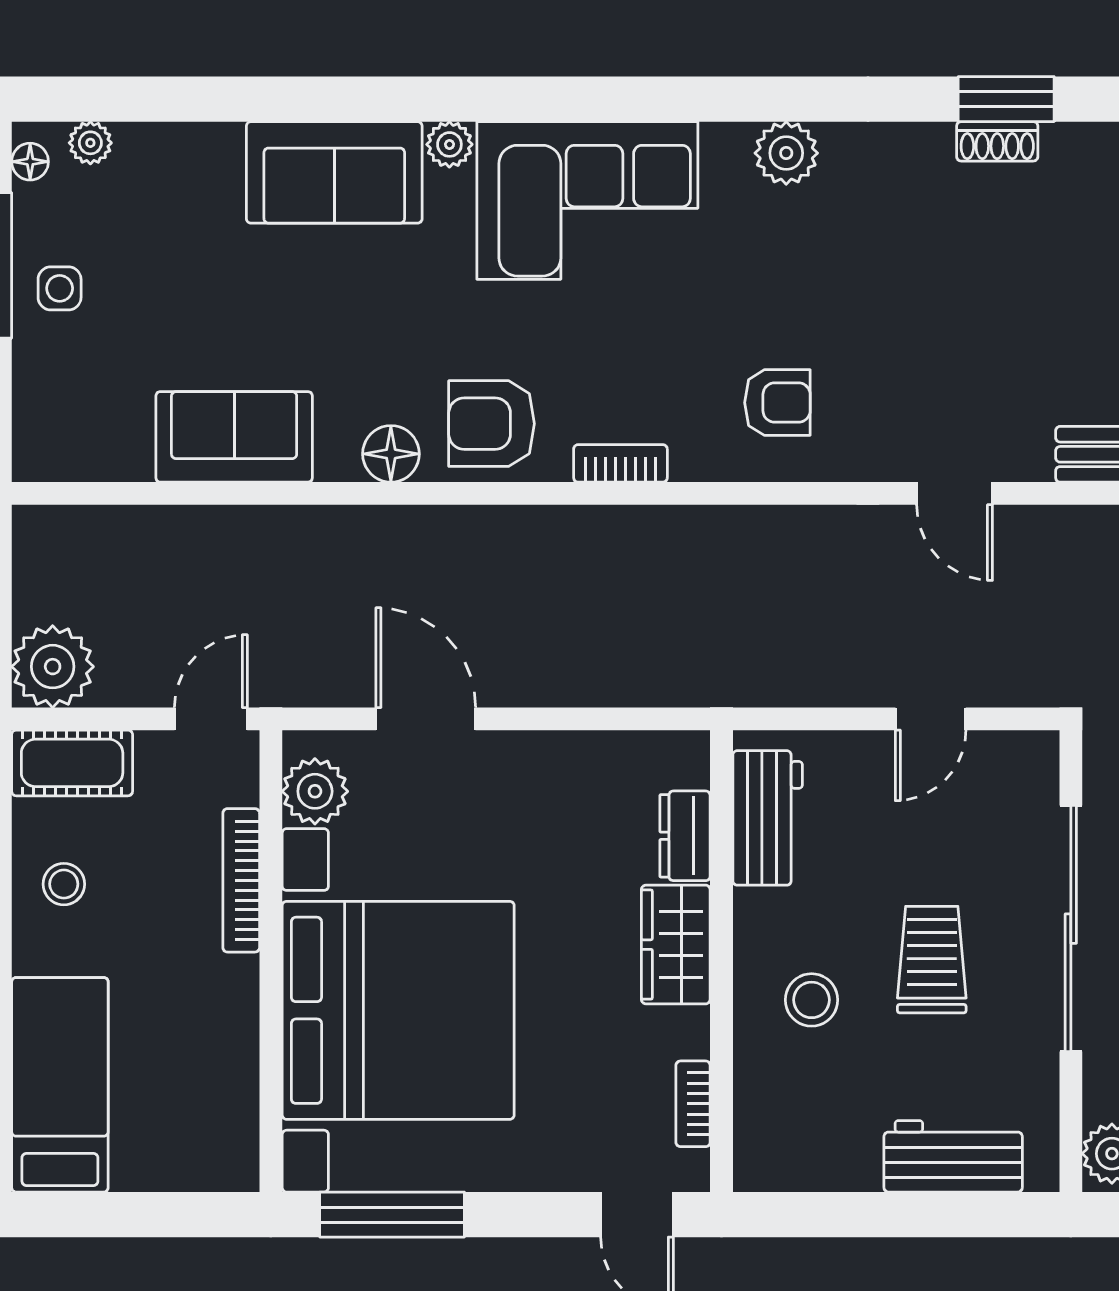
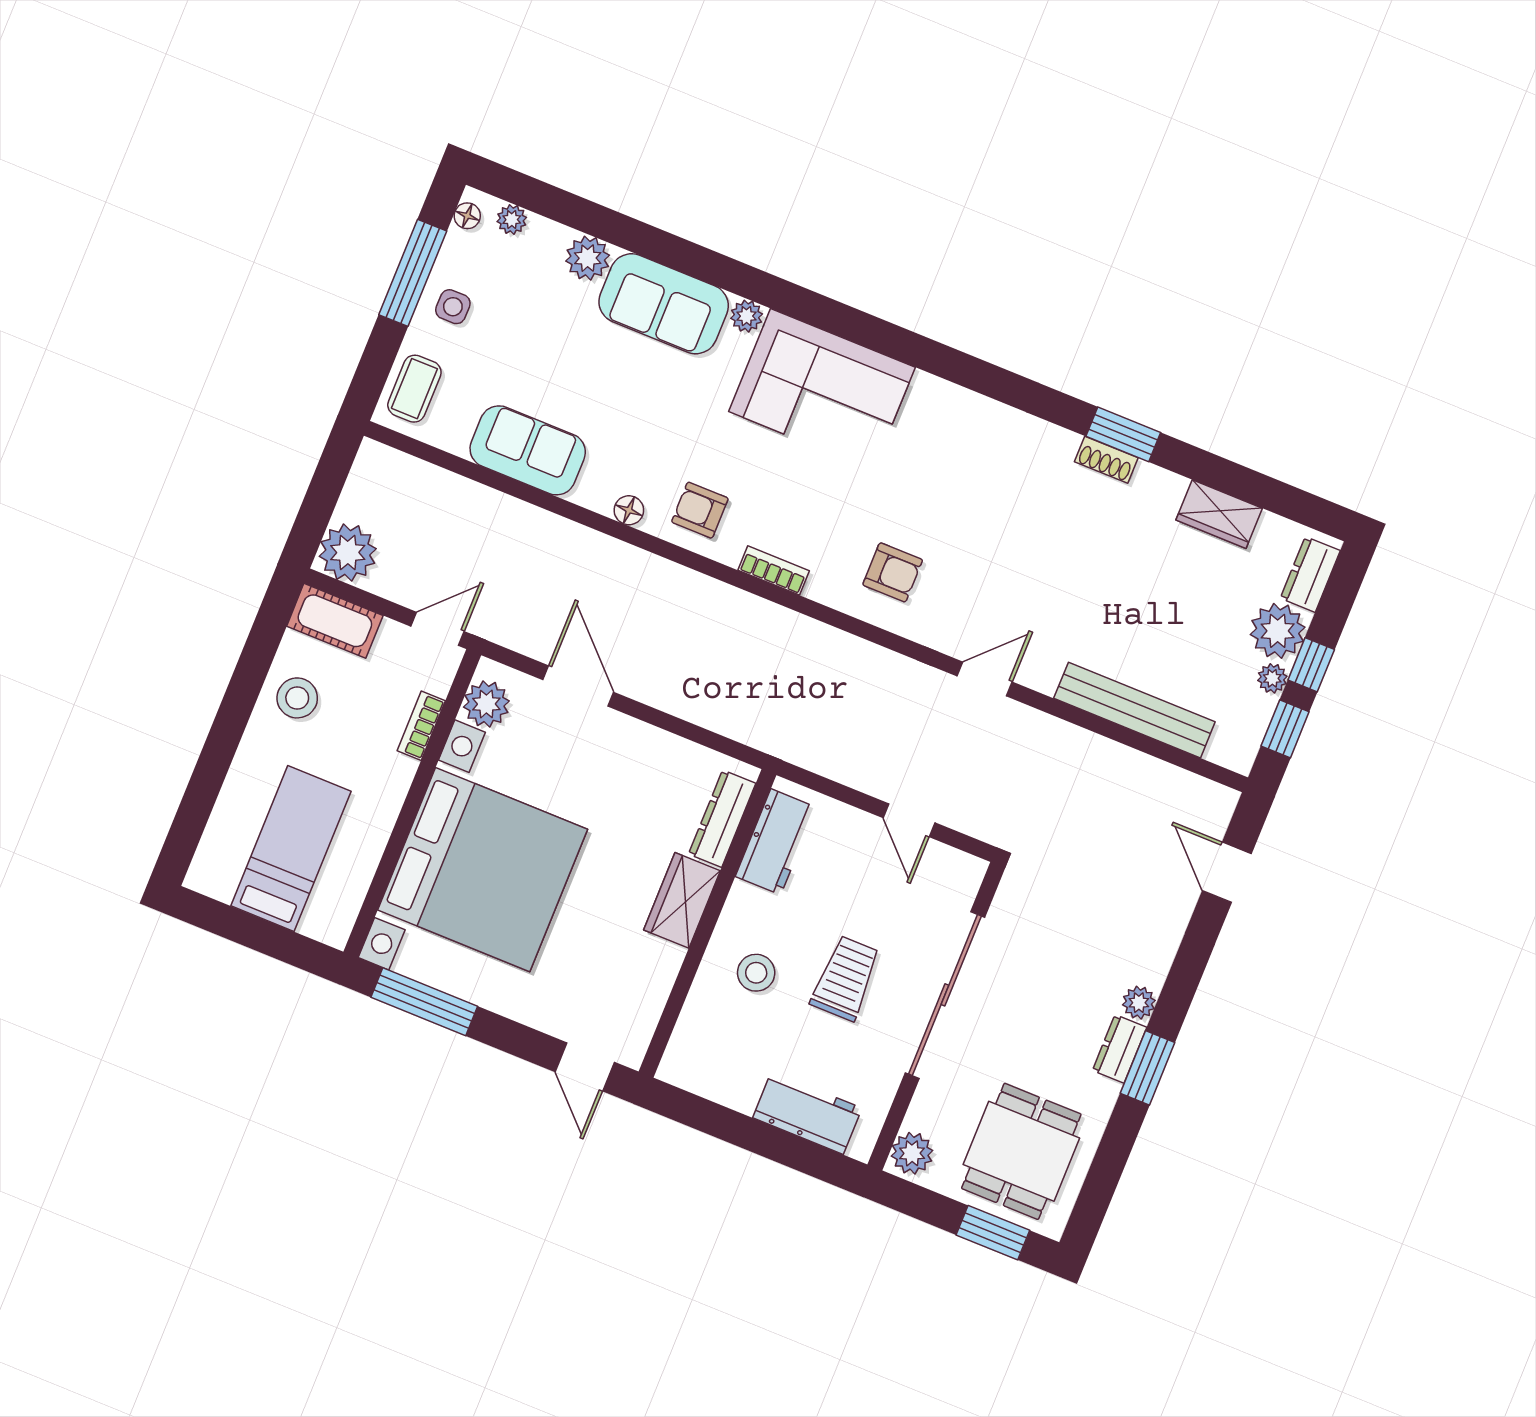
plant: (786, 153) -> (588, 258), moved
coffee table: (53, 416) -> (414, 389), added
armchair: (492, 424) -> (700, 510), width x0.72, depth x0.72
floor lamp: (391, 454) -> (629, 510), width x0.73, depth x0.73
door: (955, 493) -> (985, 679), swing flipped
door: (931, 719) -> (909, 820), hinge flipped
dresser: (685, 836) -> (722, 819), width x1.44
bookcase: (241, 880) -> (421, 726), width x0.64
stool: (64, 884) -> (297, 698), width x1.37, depth x1.37
bed: (60, 1085) -> (291, 849), moved
bookcase: (693, 1104) -> (651, 1009), removed

